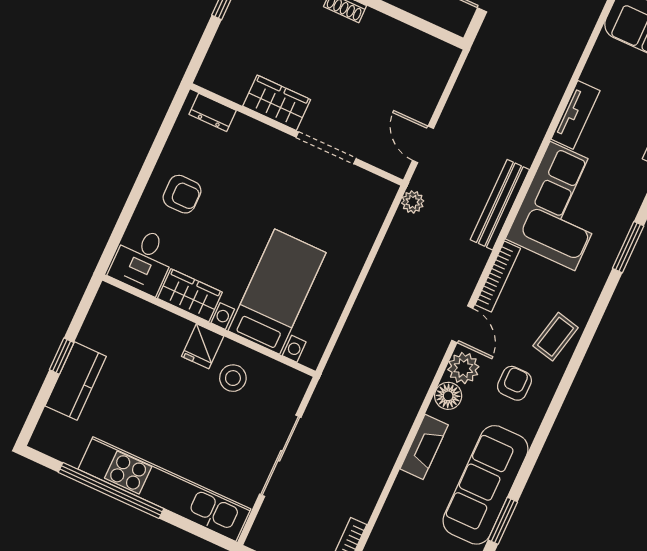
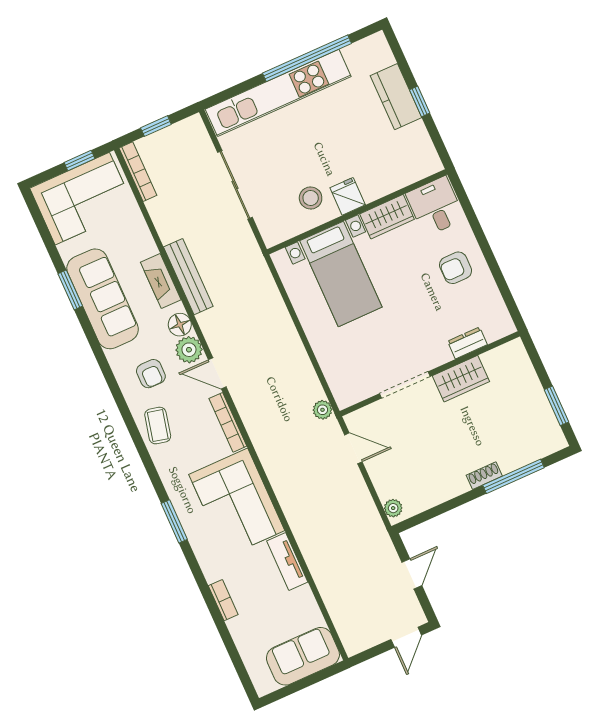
plant: (445, 62) -> (393, 508), added
dresser: (213, 112) -> (467, 343), moved
bench: (500, 205) -> (188, 277), moved

